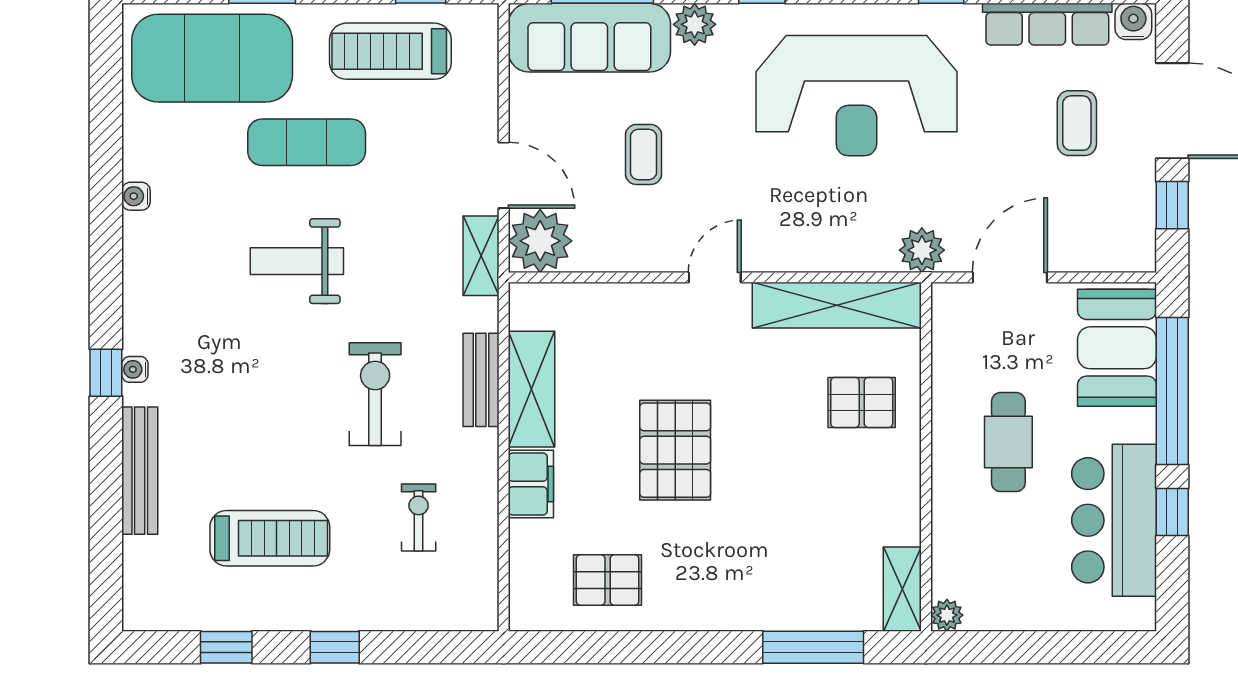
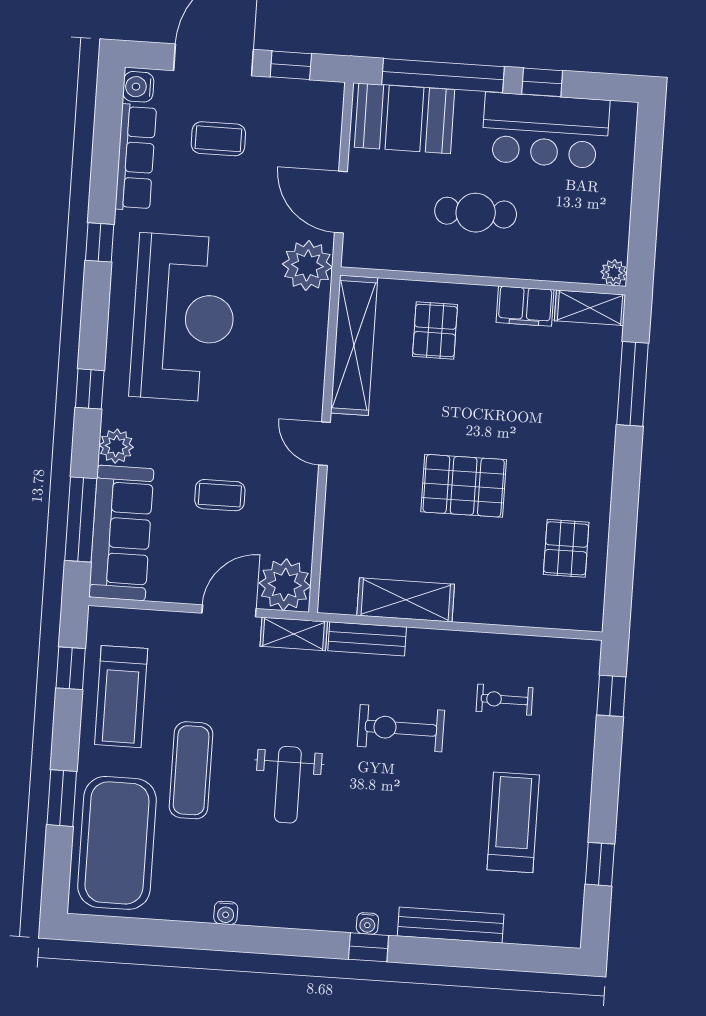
plant: (922, 250) -> (307, 266), width x1.36, depth x1.36
bench: (481, 380) -> (367, 639), moved
filing cabinet: (531, 484) -> (525, 306), moved, turned 180
window: (335, 647) -> (611, 696), moved

